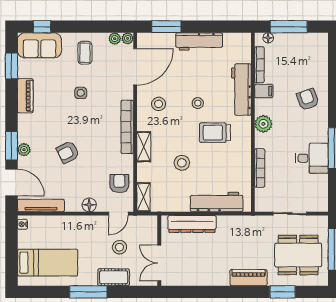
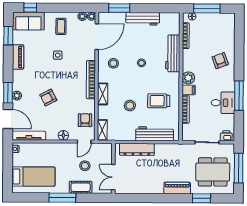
filing cabinet: (264, 91) -> (189, 90), moved
trolley: (215, 133) -> (159, 101), moved
printer: (317, 205) -> (226, 136), added

